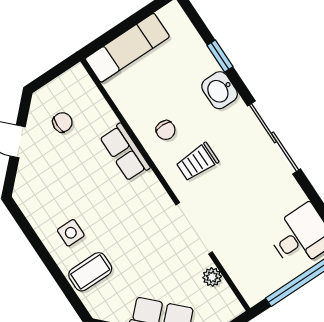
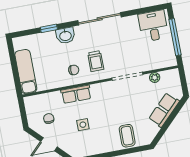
side table: (71, 233) -> (83, 125), moved

